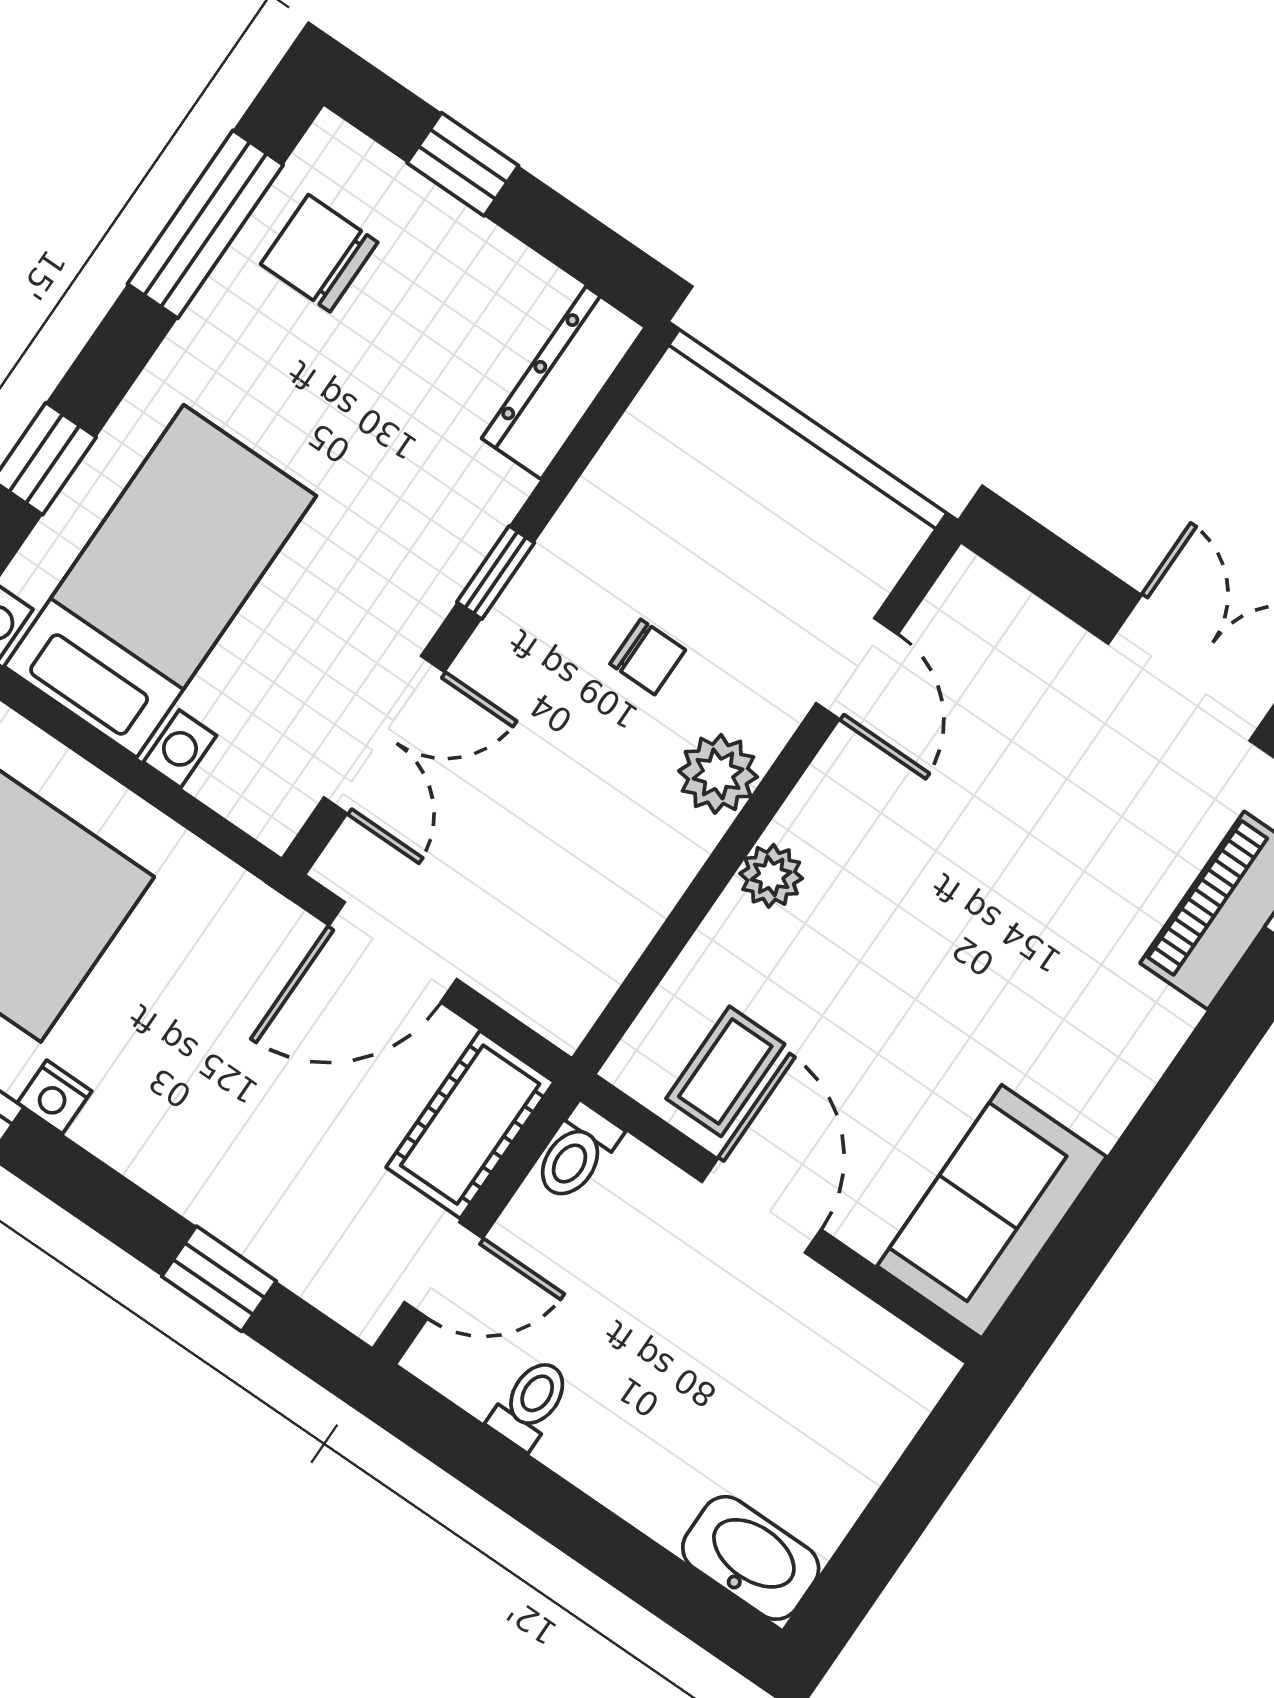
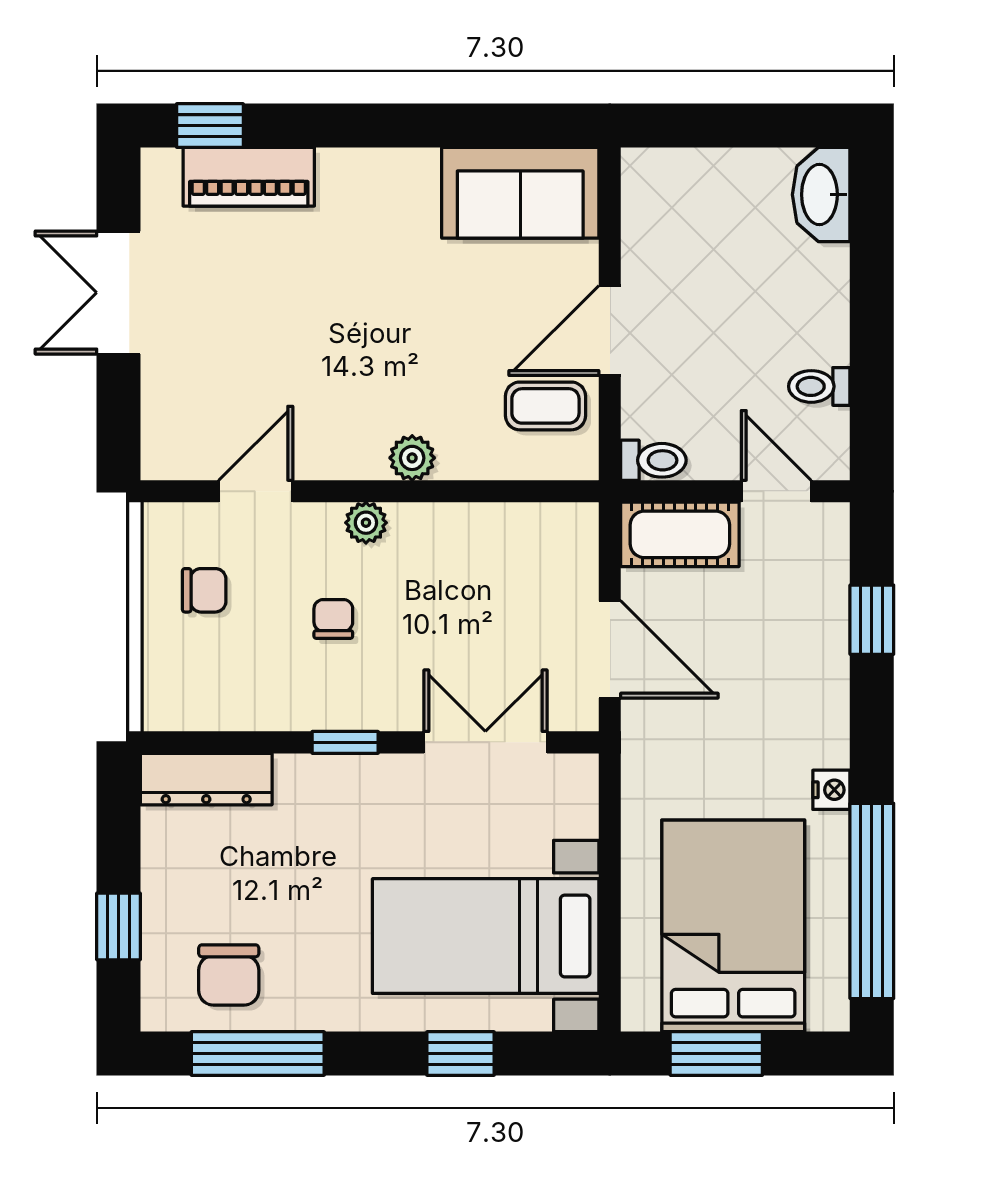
chair: (783, 530) -> (204, 590), added
plant: (718, 774) -> (366, 523), width x0.73, depth x0.73

